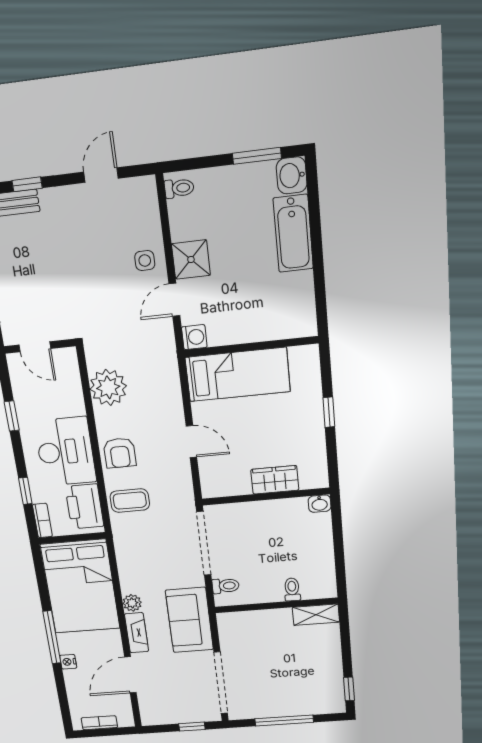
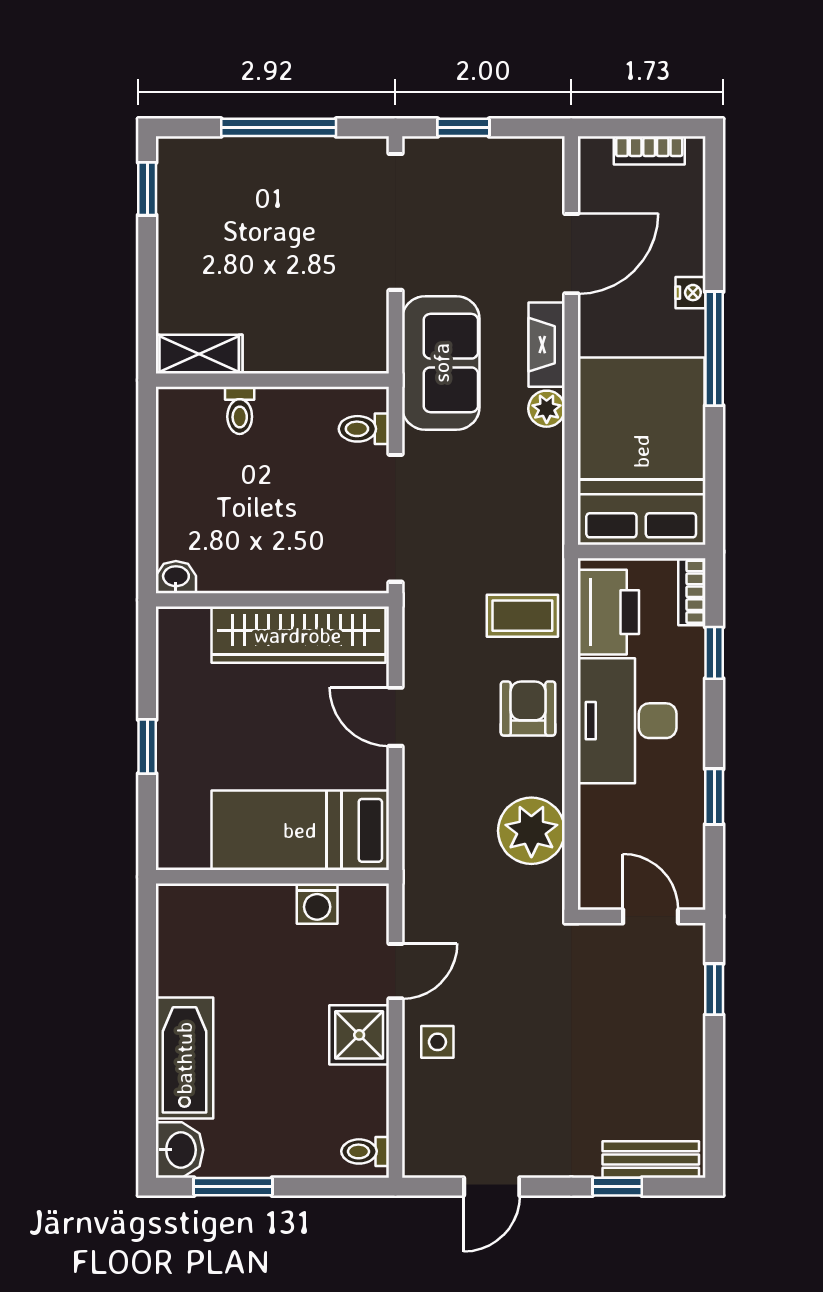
washing machine: (194, 337) -> (317, 904), moved, turned -90
wardrobe: (275, 480) -> (298, 635), width x2.10, depth x1.17

